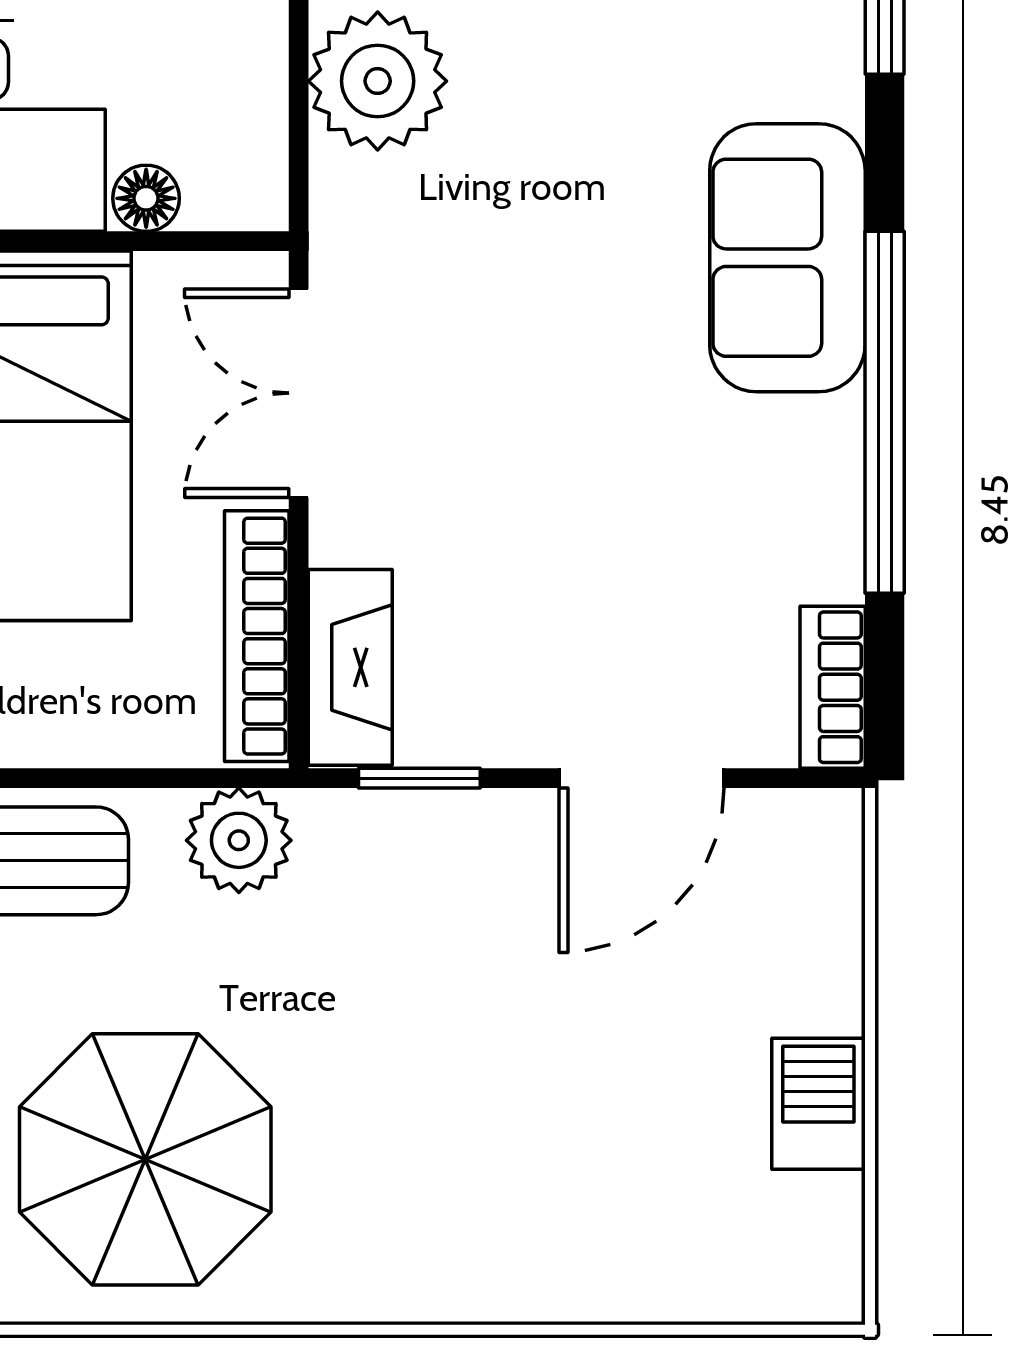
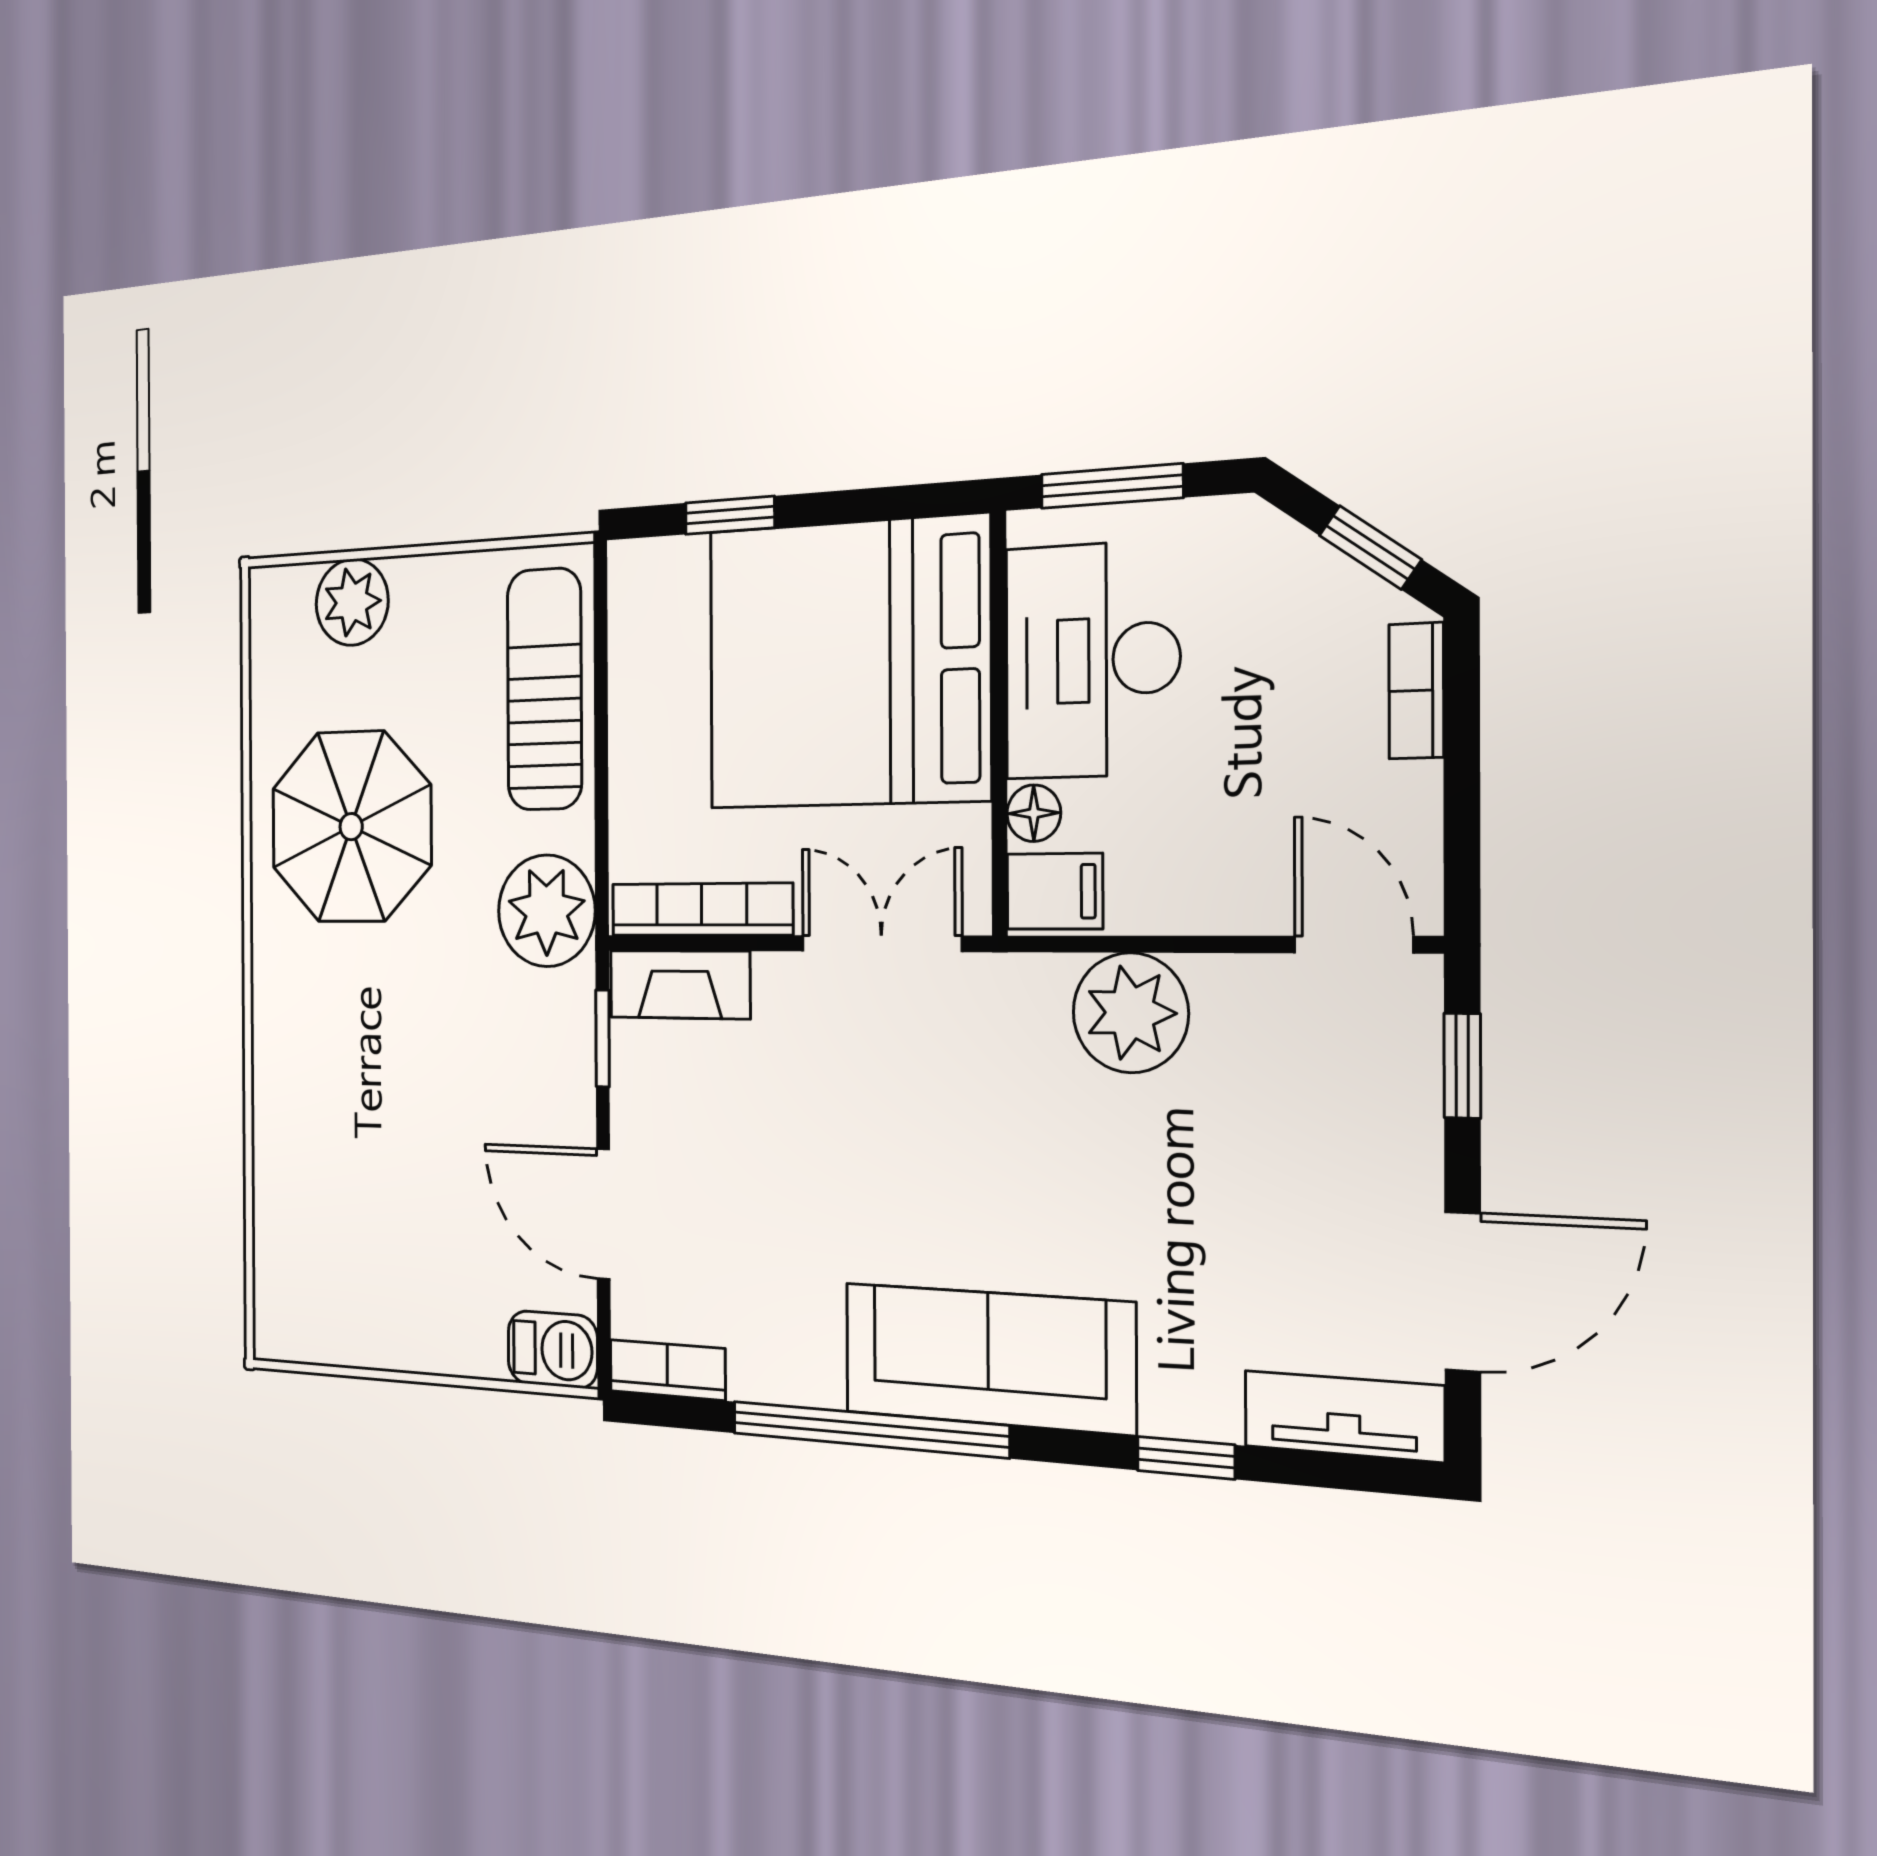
filing cabinet: (238, 173) -> (1055, 891), added
sofa: (787, 258) -> (988, 1358), width x1.36
plant: (239, 840) -> (547, 911), width x1.36, depth x1.36
barbecue: (818, 1104) -> (553, 1349), moved

